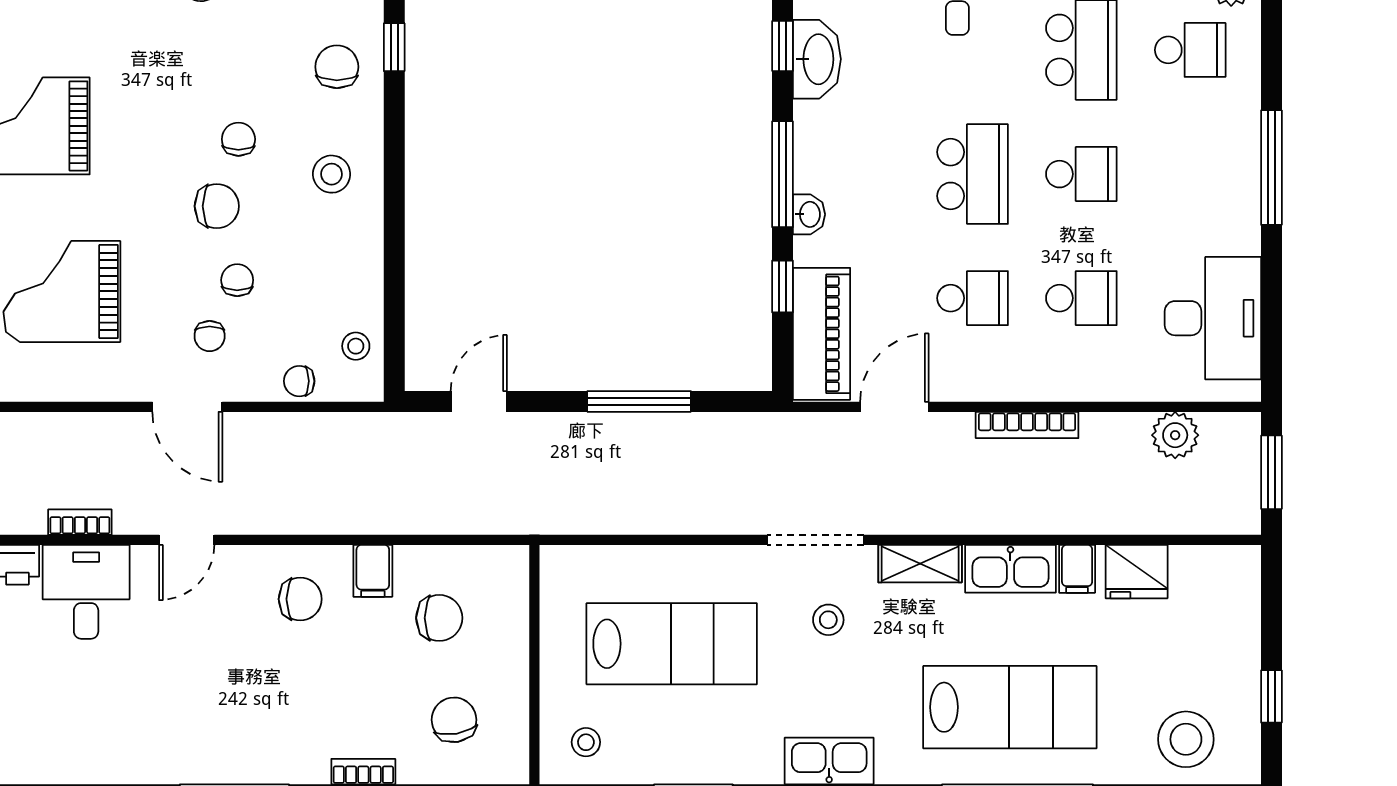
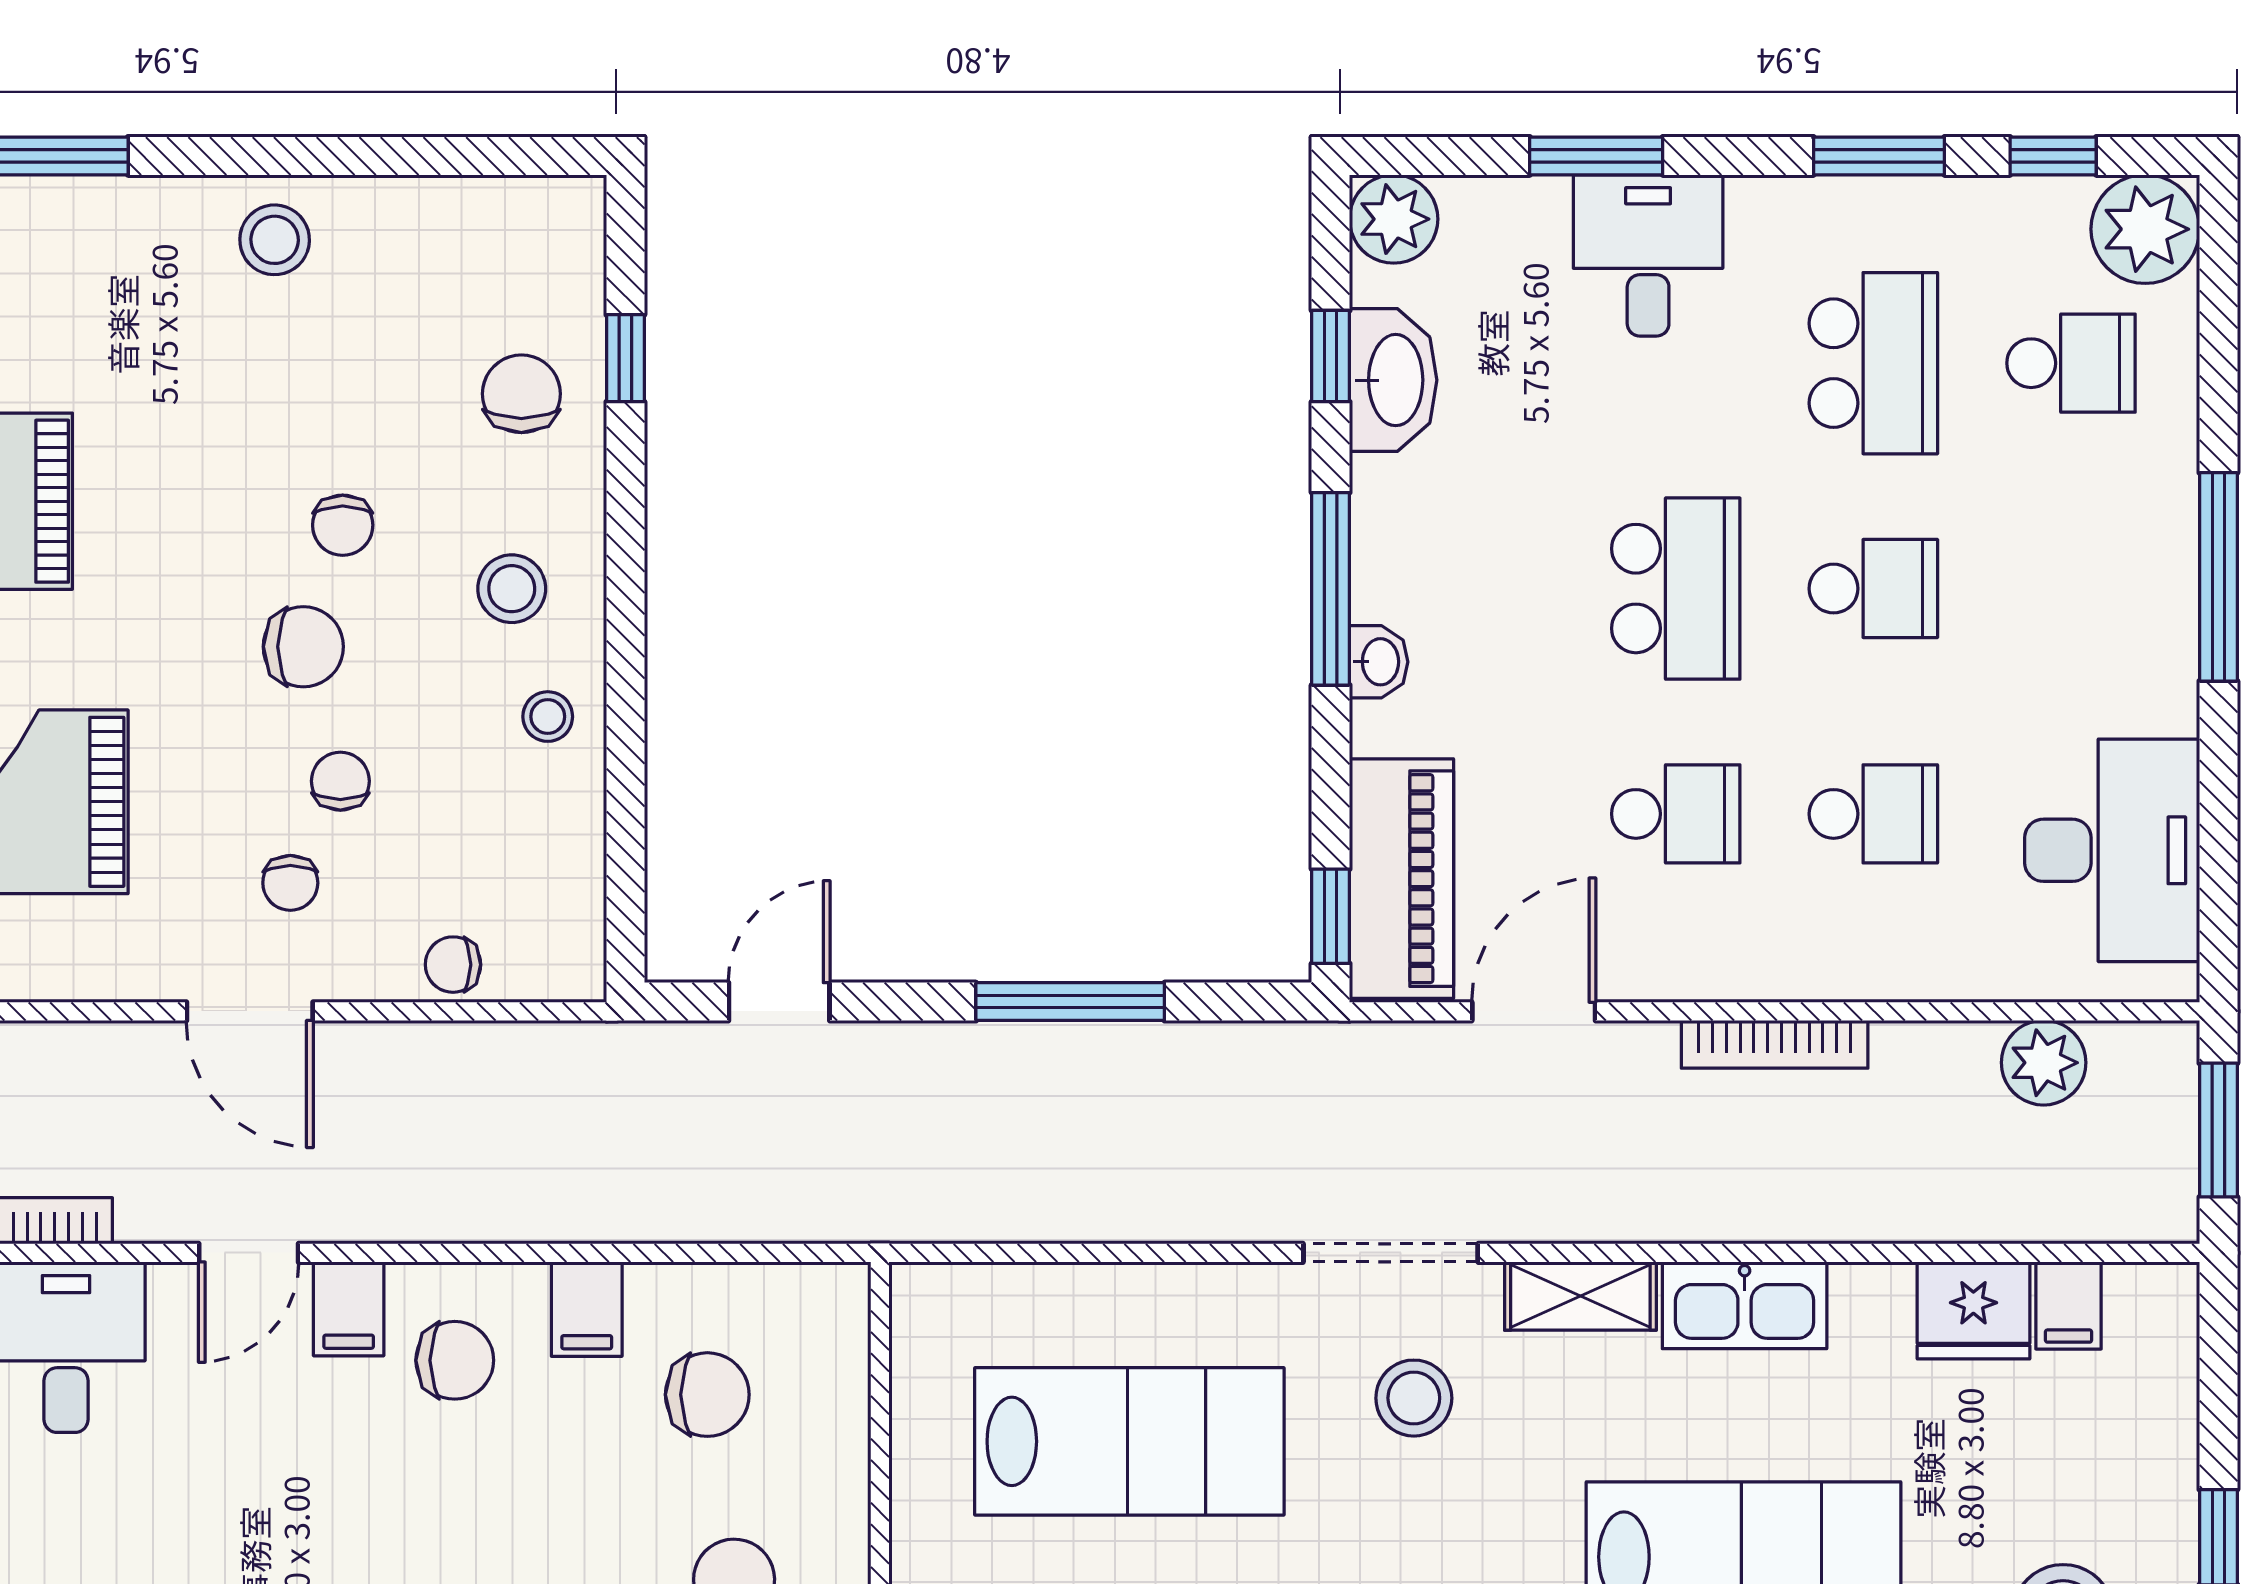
chair: (238, 139) -> (343, 525), turned 180
window: (782, 286) -> (1331, 916), moved
stool: (356, 346) -> (548, 717), moved
filing cabinet: (1077, 569) -> (2069, 1306), moved
filing cabinet: (242, 571) -> (349, 1309), added
stool: (828, 620) -> (1414, 1398), width x1.37, depth x1.37

